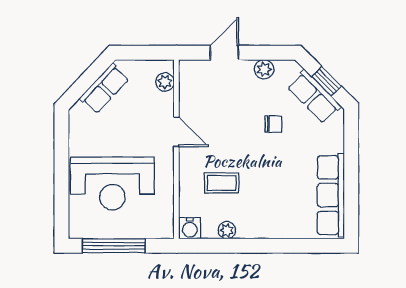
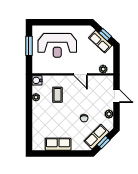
window: (89, 78) -> (105, 35), added
door: (176, 132) -> (81, 74), hinge flipped
reception desk: (112, 183) -> (57, 45), turned -90
row of seats: (331, 195) -> (58, 144), width x0.68
window: (114, 246) -> (29, 46), width x0.69

